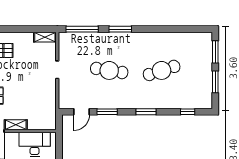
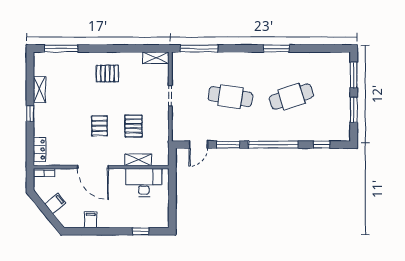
window: (120, 29) -> (276, 49), moved
pallet: (26, 96) -> (134, 126), added
window: (146, 112) -> (273, 145), width x2.11
shelving: (16, 125) -> (138, 160), moved

